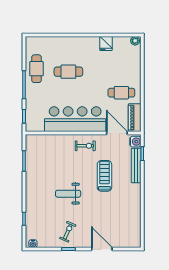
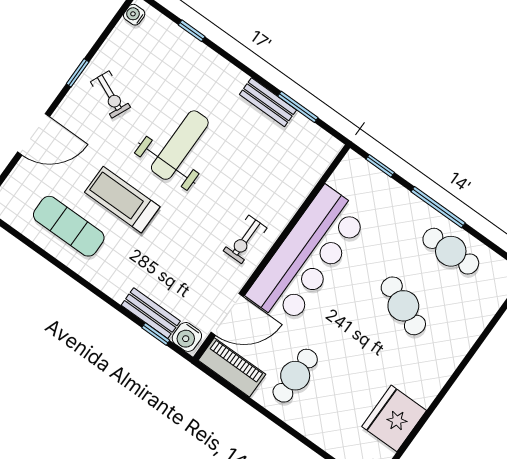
fridge: (106, 44) -> (394, 418), width x1.88, depth x1.34
cafe table: (68, 72) -> (403, 306), turned -67
bench: (136, 165) -> (151, 313), width x0.73
bench: (30, 173) -> (268, 102), added
treadmill: (104, 176) -> (122, 200), moved, turned 180
weight bench: (68, 194) -> (180, 145), width x1.36, depth x1.33
exercise mat: (126, 213) -> (69, 226), added

